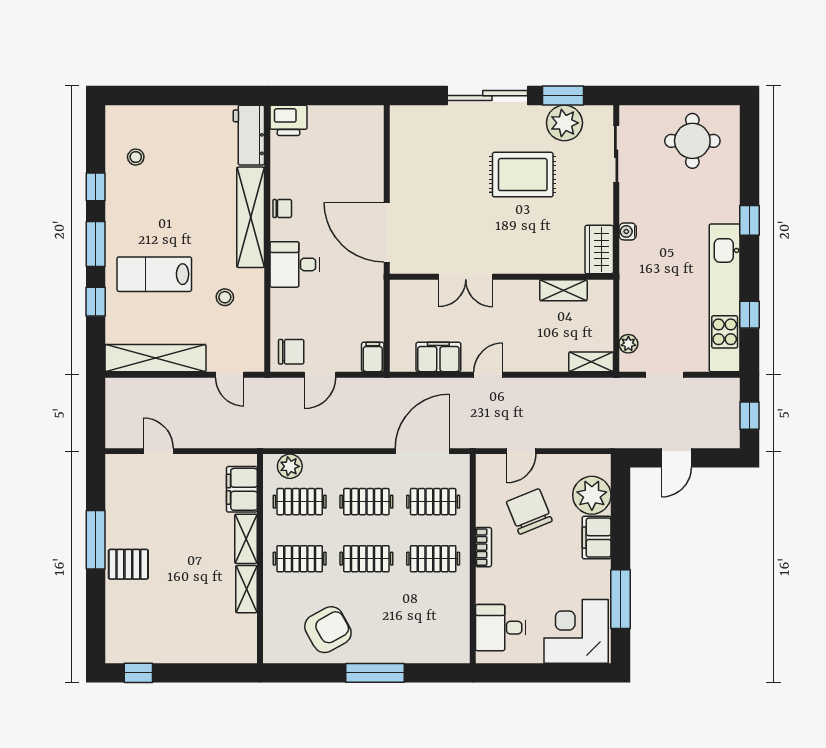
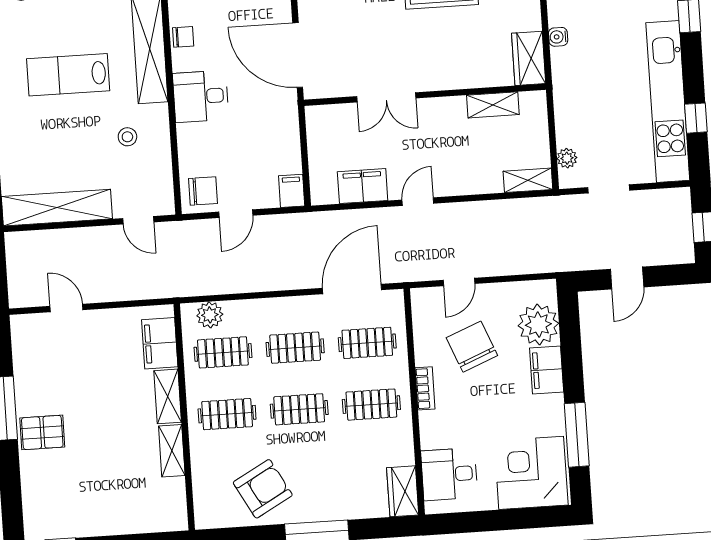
lab bench: (154, 274) -> (68, 75), moved
wardrobe: (457, 641) -> (403, 491), added

